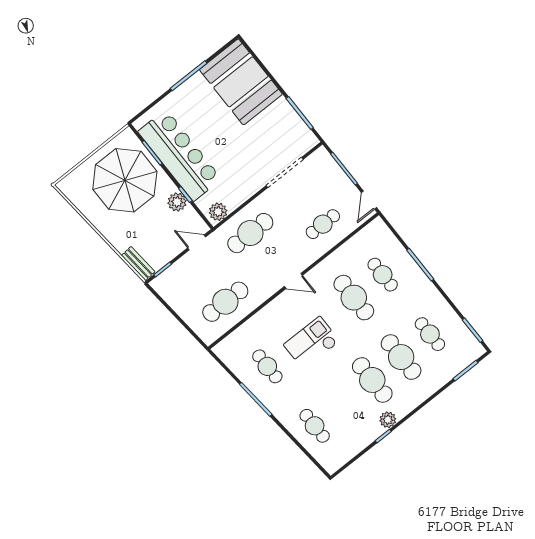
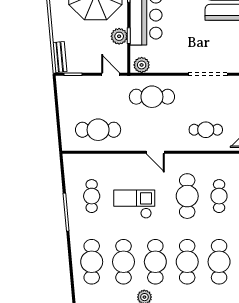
cafe table: (430, 334) -> (219, 262), width x1.37, depth x1.35
cafe table: (343, 403) -> (124, 262), added
cafe table: (315, 426) -> (92, 262), width x1.37, depth x1.35

